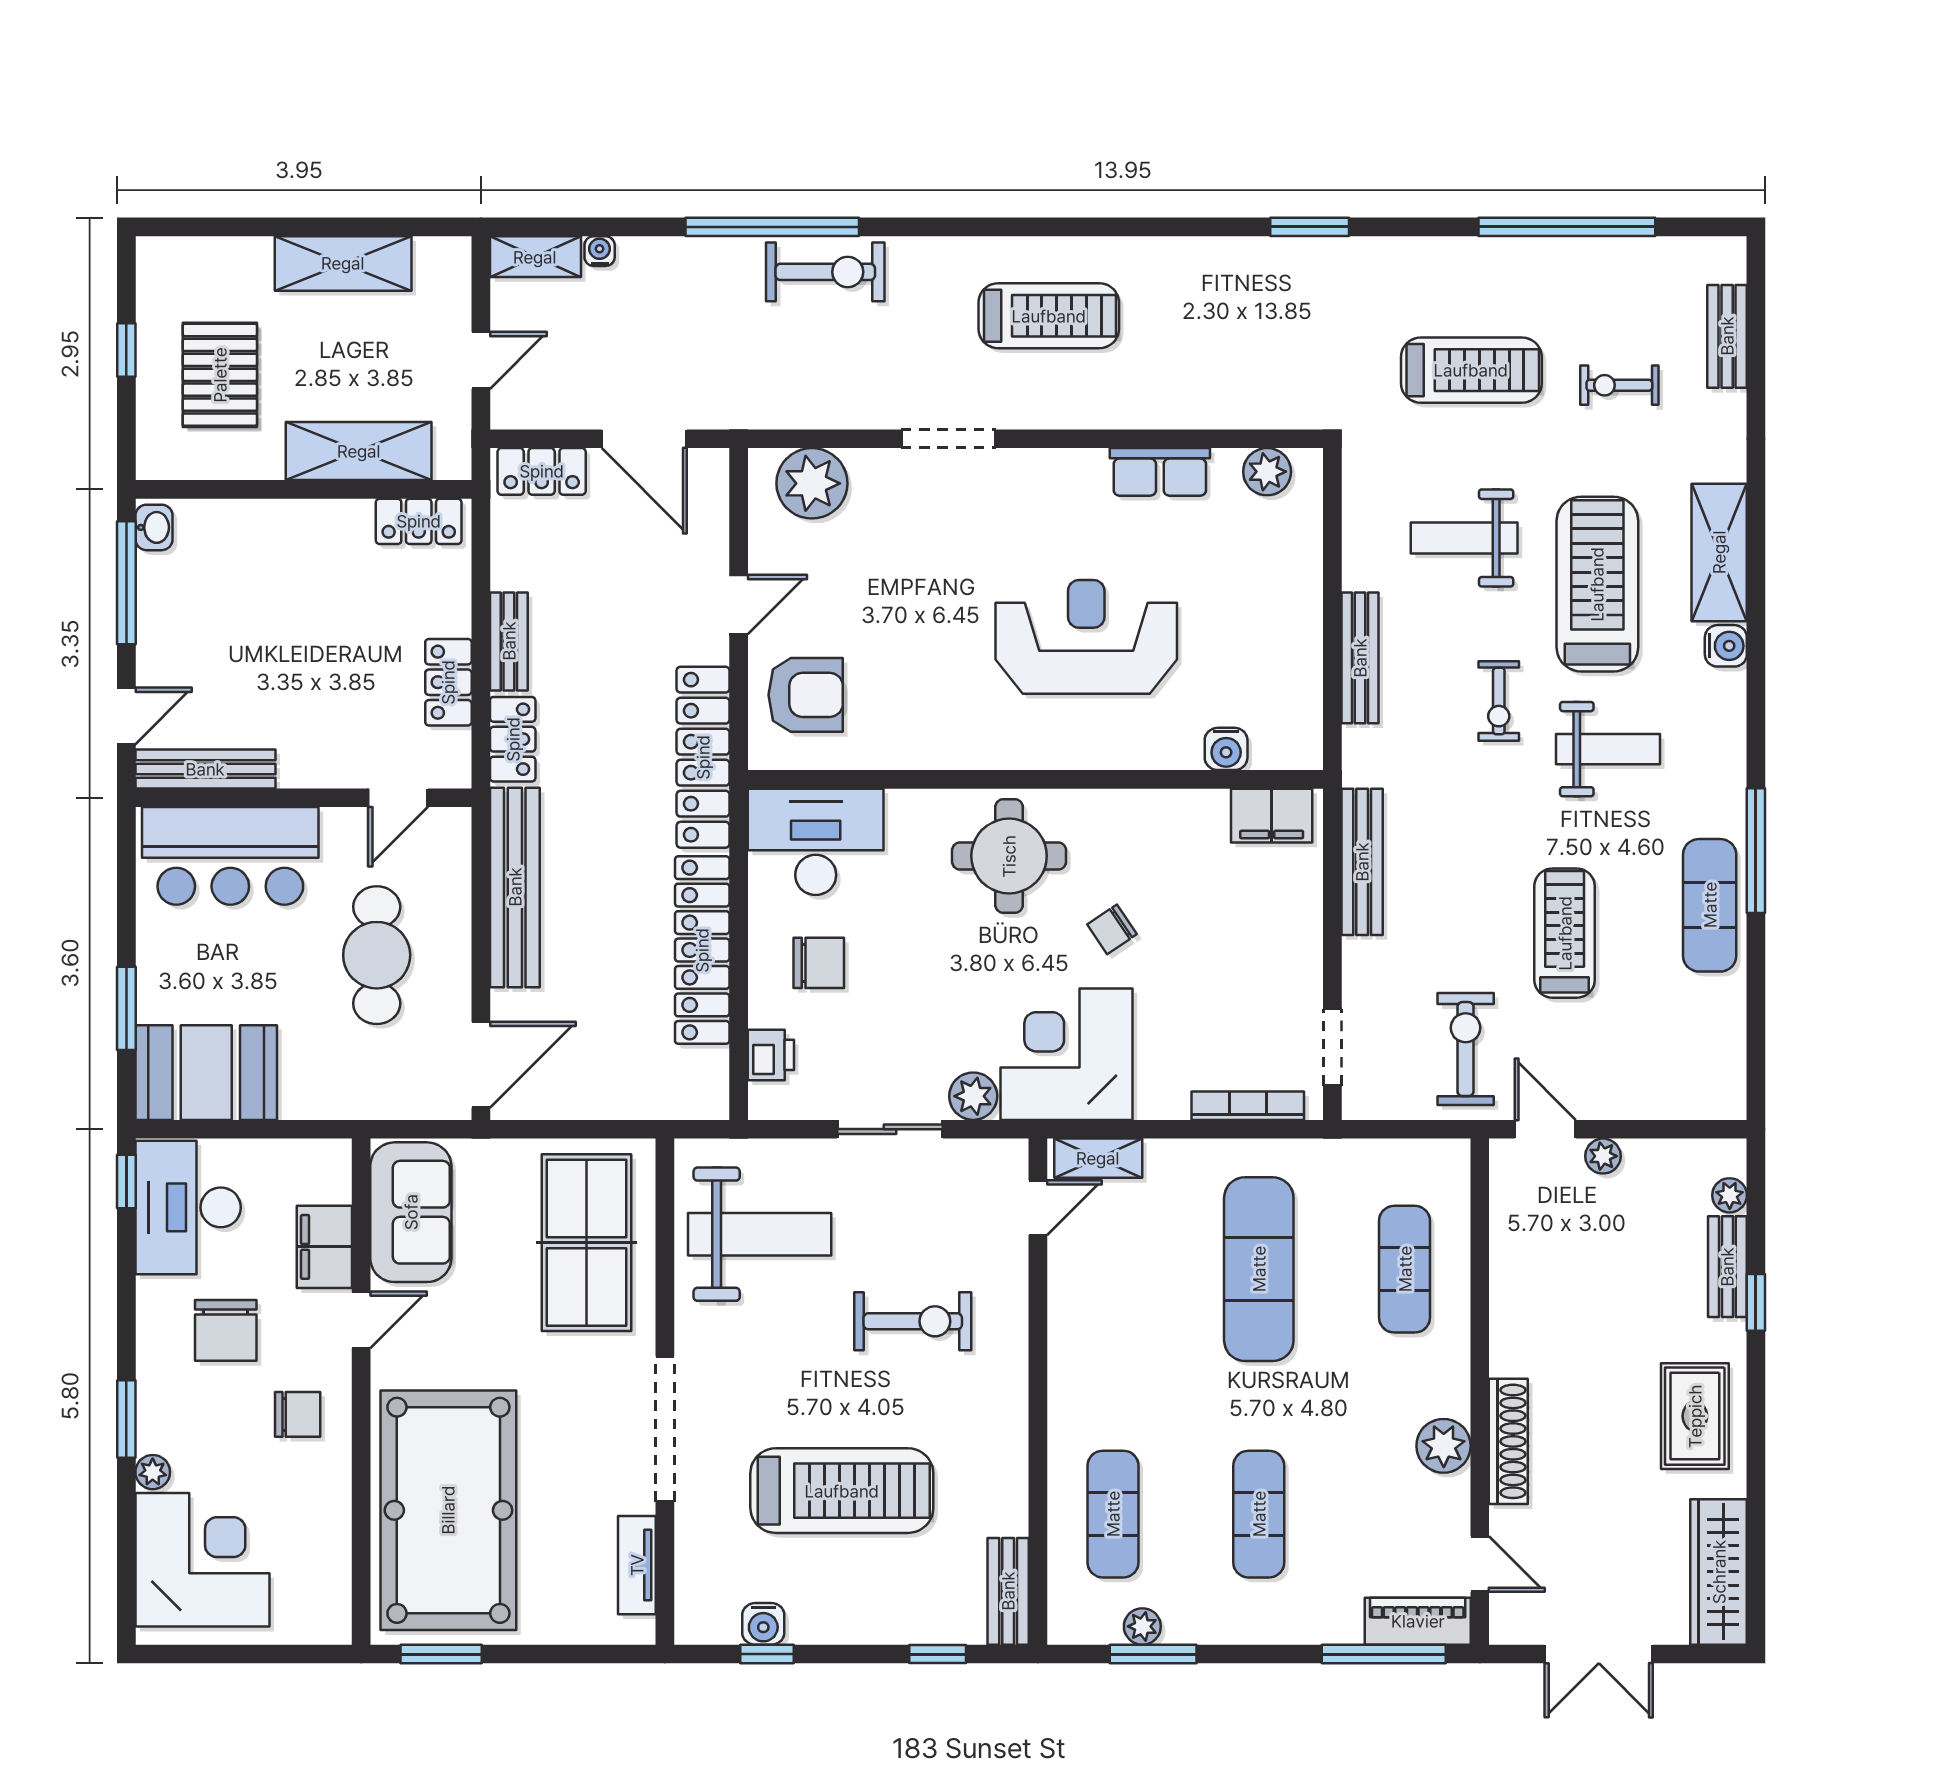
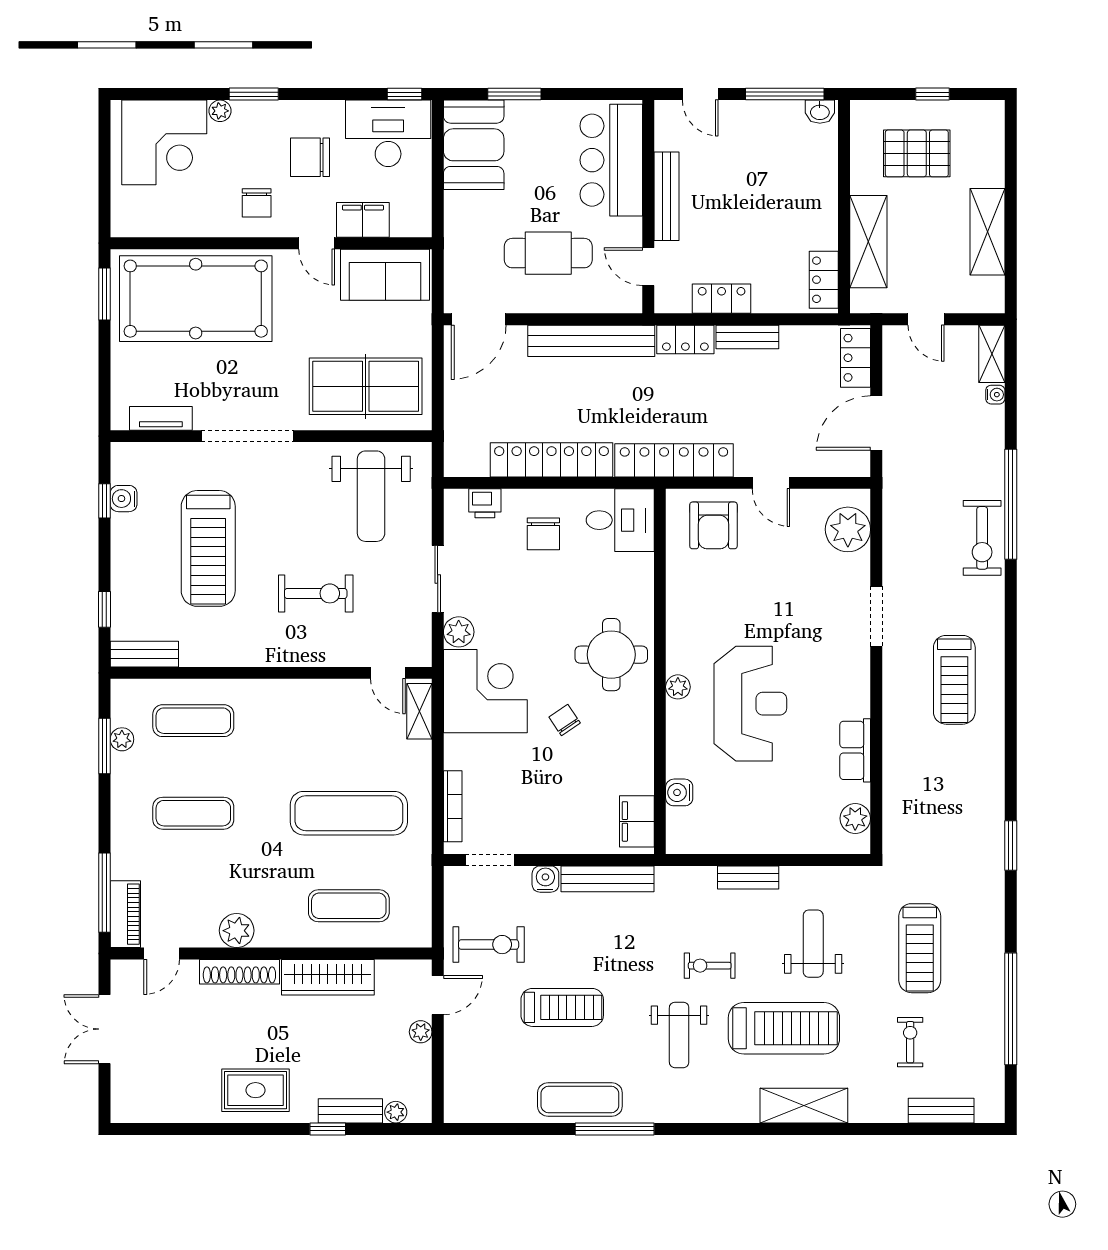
water cooler: (1726, 646) -> (545, 879), moved, turned 180
bench: (1360, 658) -> (748, 877), width x0.73
plant: (1060, 751) -> (678, 687), added
bench: (205, 769) -> (666, 196), moved
desk: (816, 842) -> (620, 520), width x0.73
door: (481, 1065) -> (479, 319), hinge flipped
exercise bike: (913, 1321) -> (316, 593), turned -90
wardrobe: (1719, 1572) -> (328, 977), moved, turned 180

